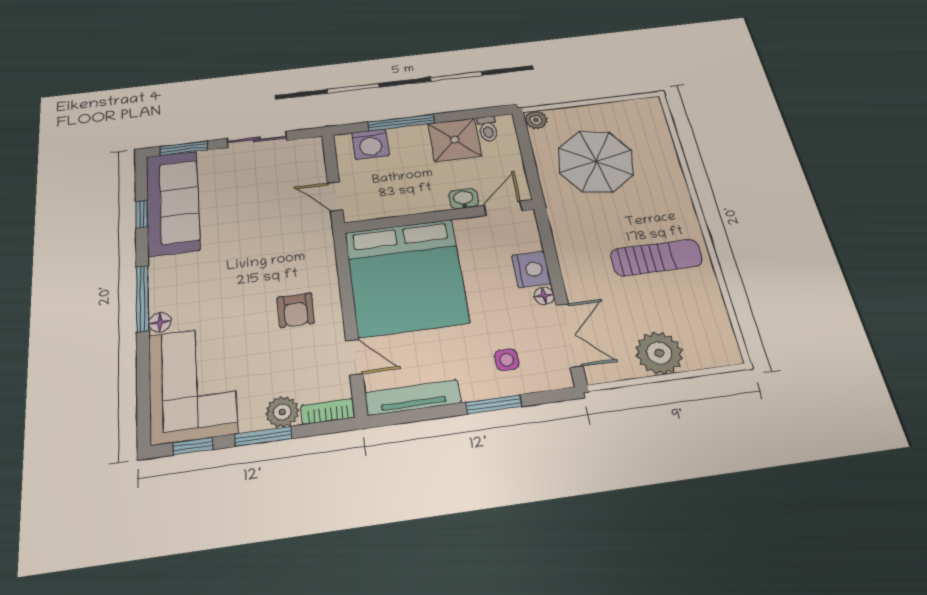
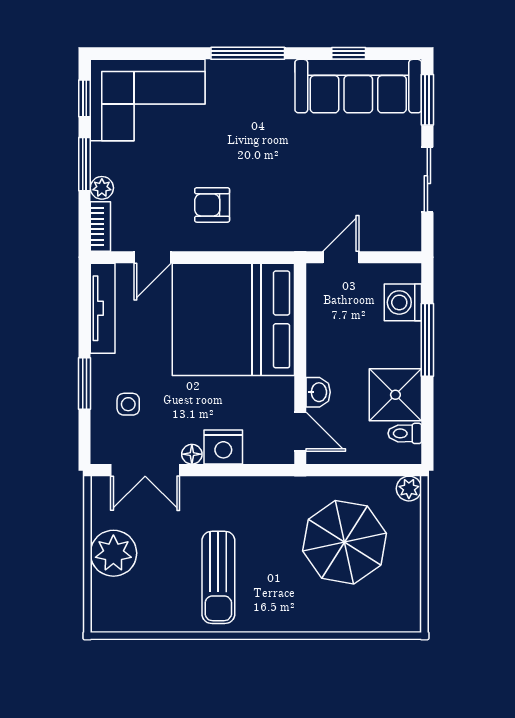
floor lamp: (160, 322) -> (218, 70), removed
plant: (282, 412) -> (102, 188), width x0.73, depth x0.73

